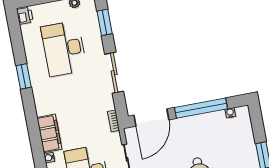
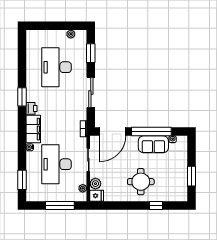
printer: (25, 16) -> (32, 108), moved
window: (24, 76) -> (22, 97), moved
sofa: (207, 124) -> (153, 144), added

